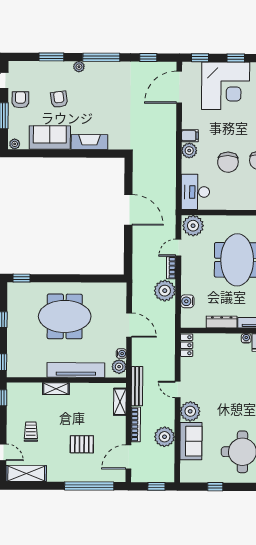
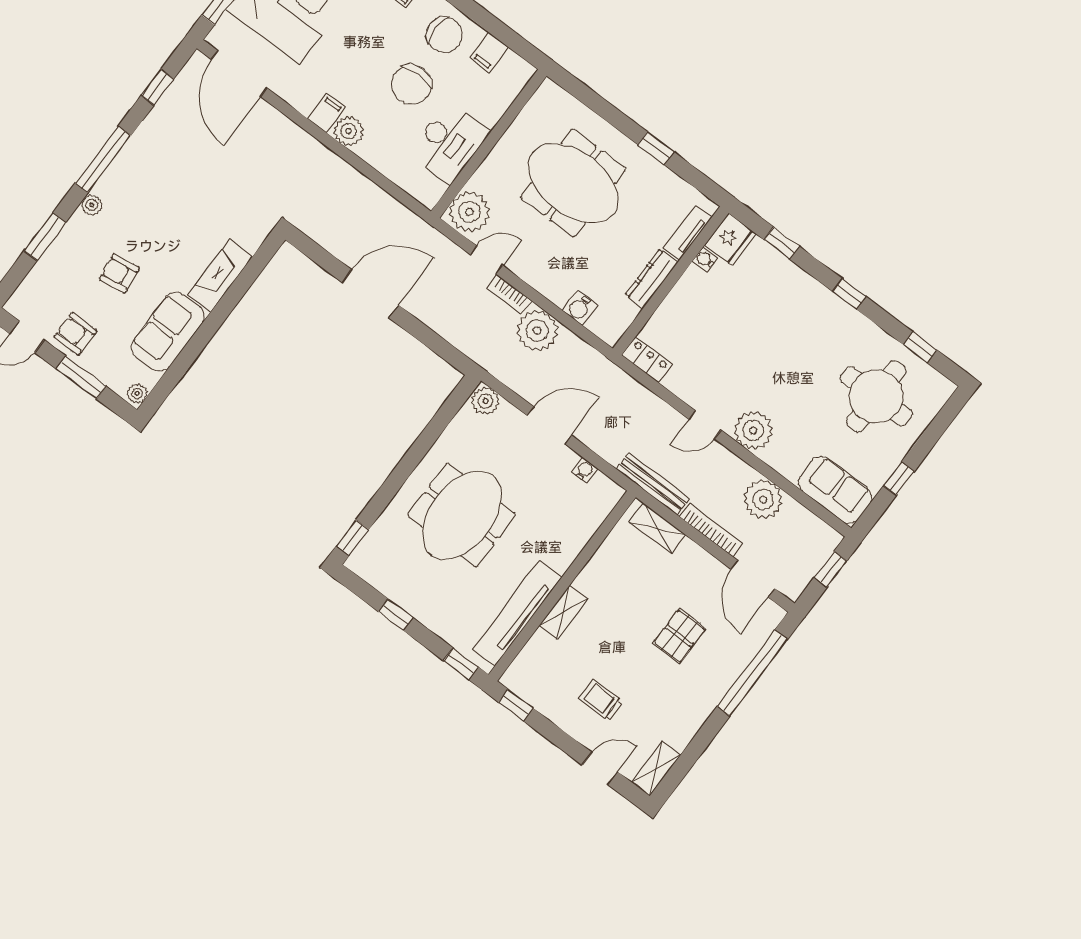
chair: (228, 162) -> (411, 85), turned 89
desk: (195, 192) -> (449, 142), moved, turned -90
door: (178, 248) -> (487, 260), swing flipped
plant: (119, 367) -> (485, 401), moved
tv unit: (76, 370) -> (517, 613), moved
sofa: (191, 441) -> (835, 490), moved
shelving: (26, 474) -> (656, 769), width x0.67, depth x0.75

